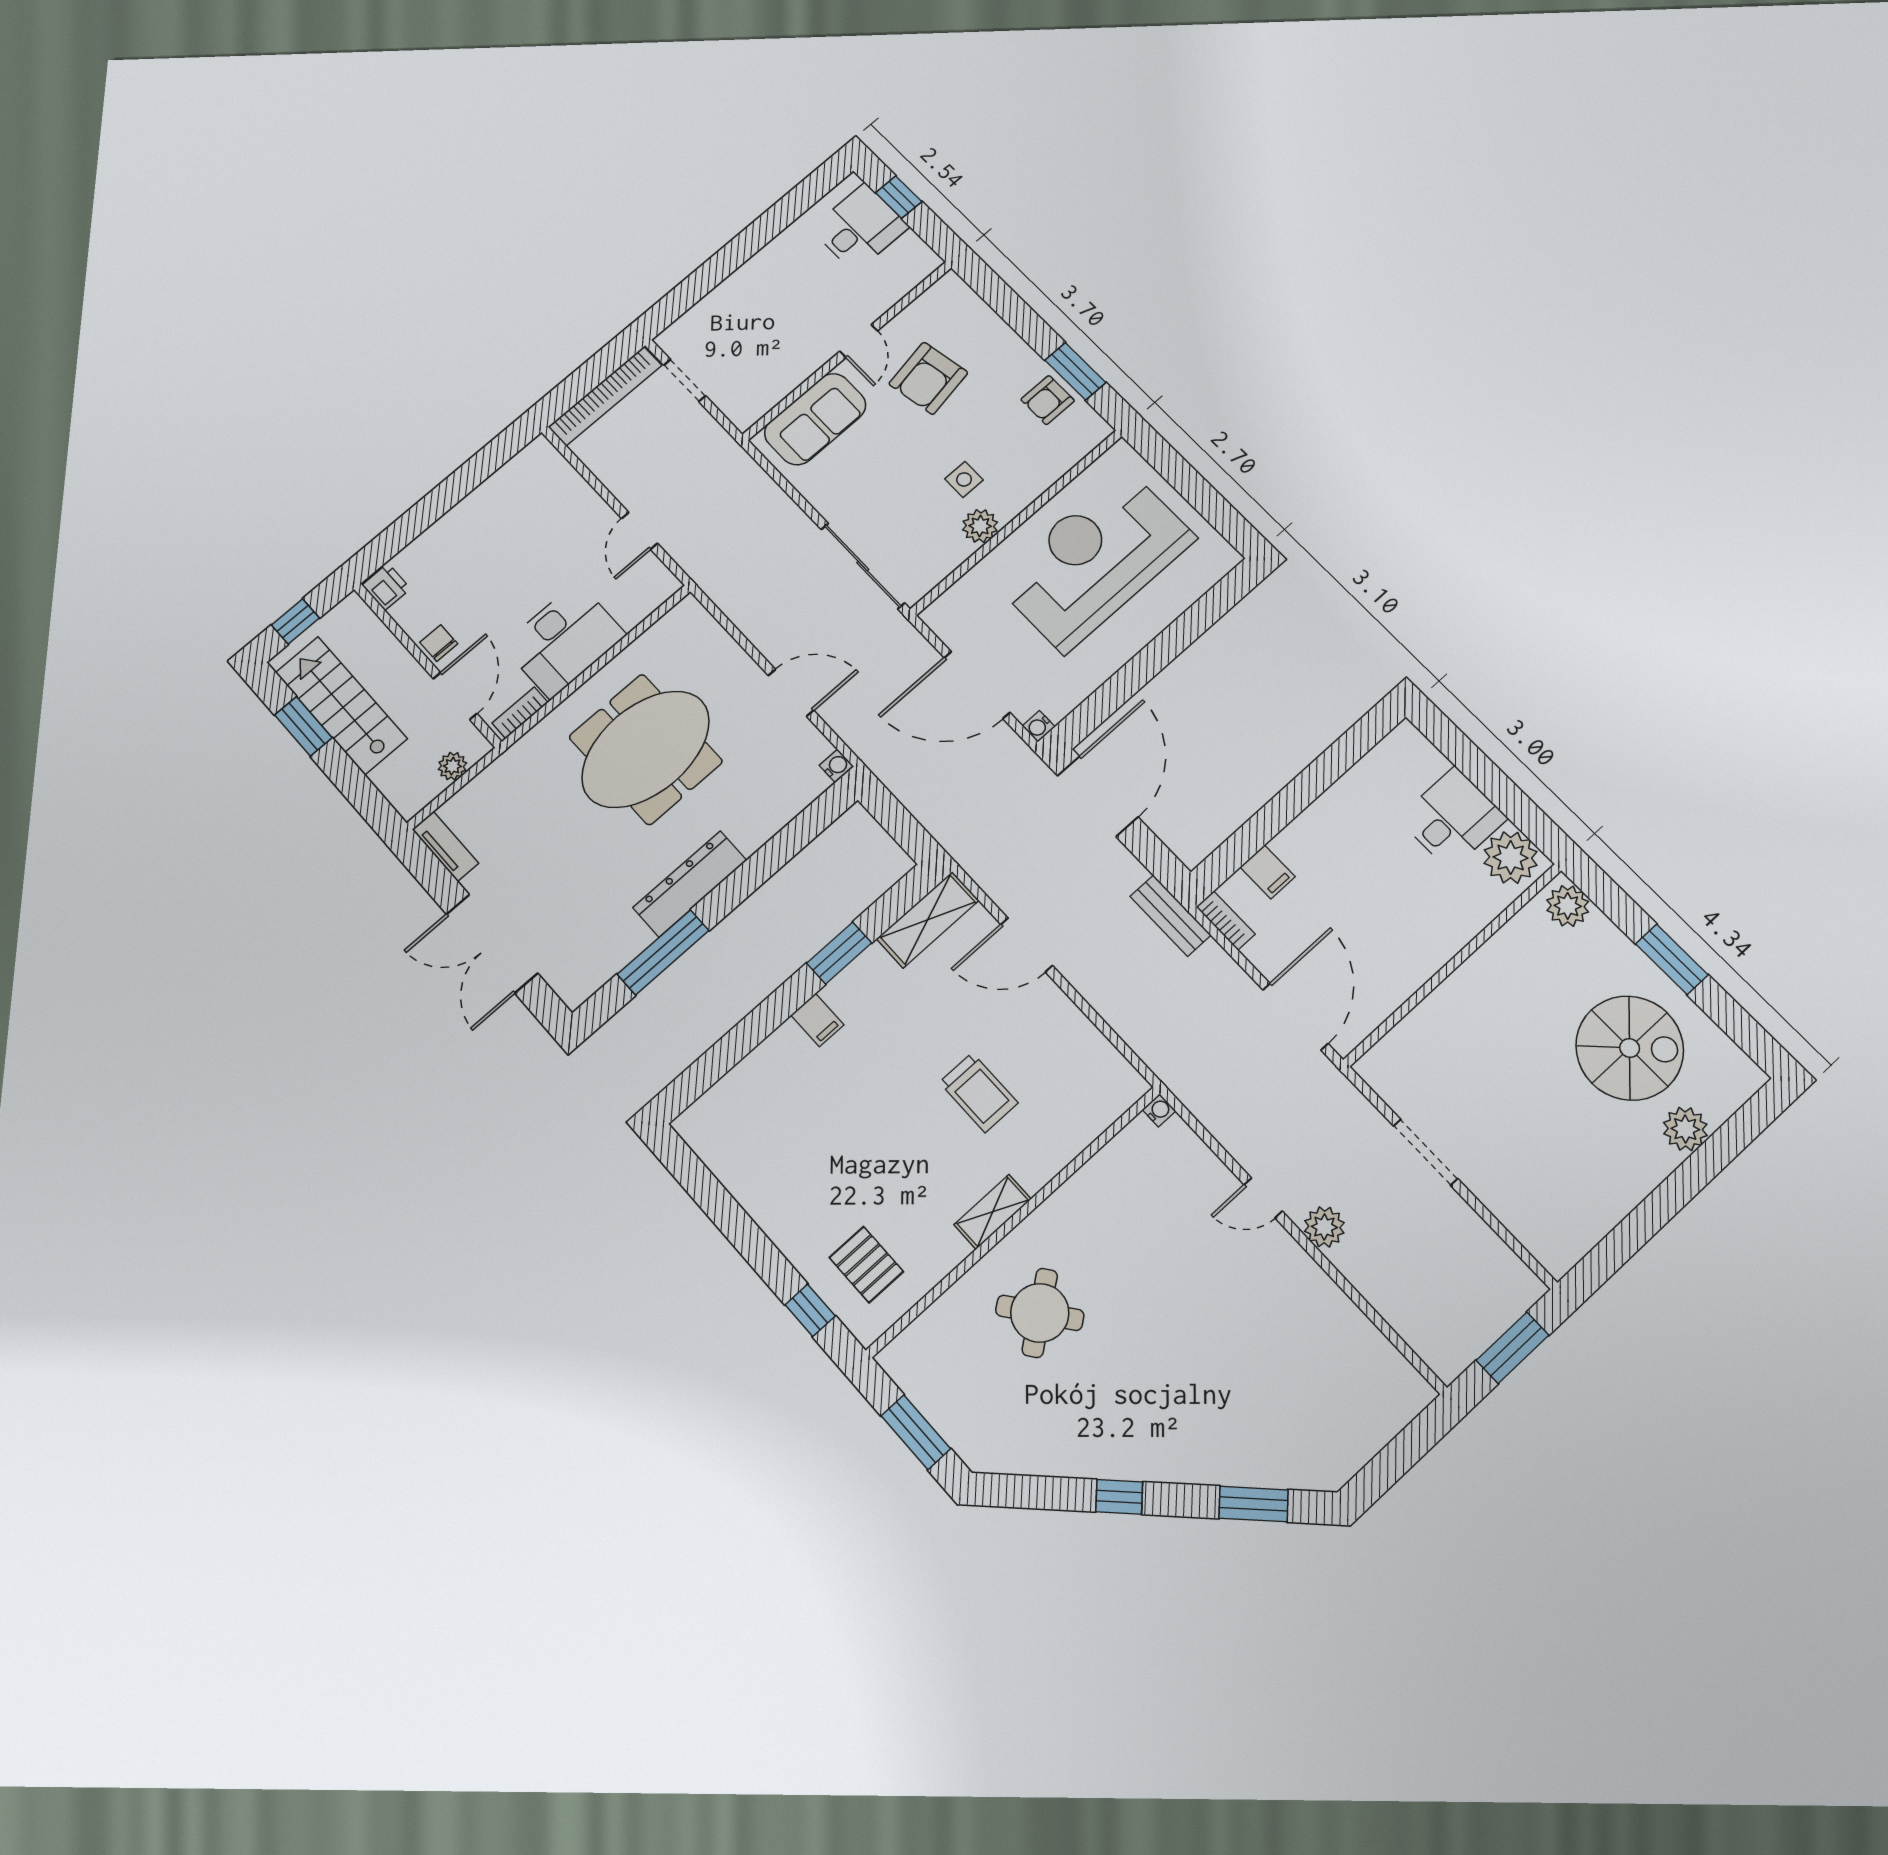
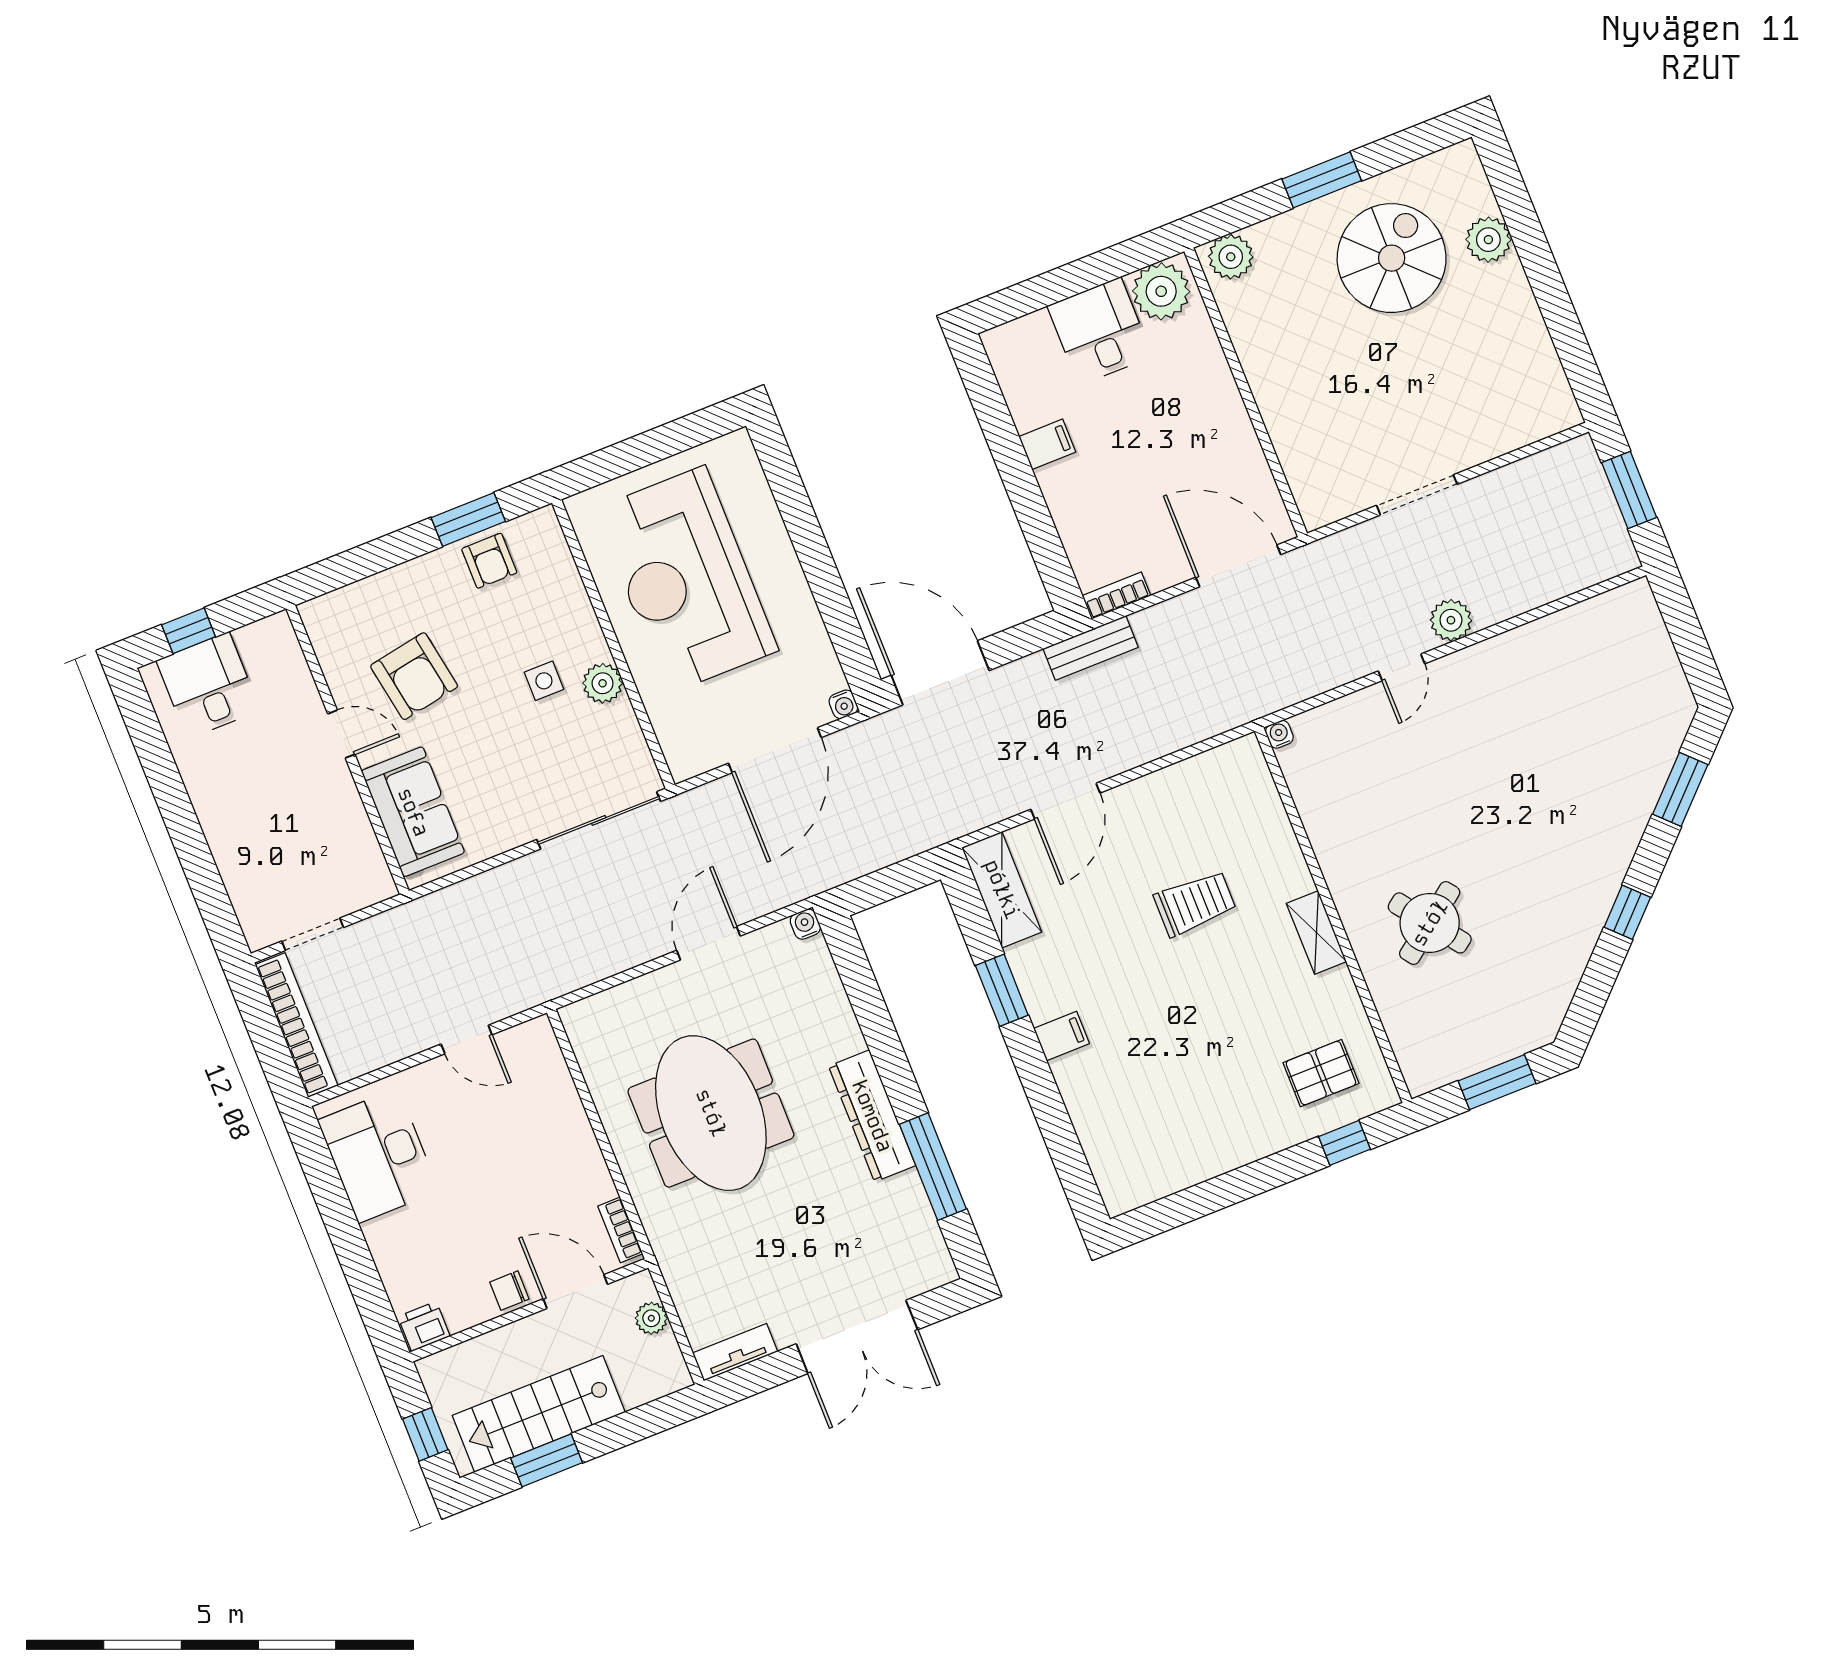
desk: (564, 640) -> (378, 1156), moved, turned 180
filing cabinet: (1268, 872) -> (1047, 444), moved

